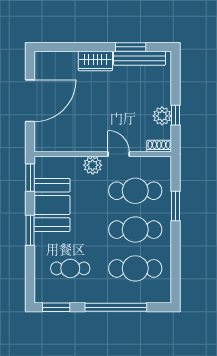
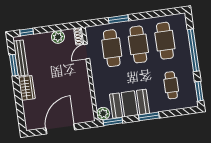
door: (30, 101) -> (60, 129), hinge flipped
window: (175, 115) -> (27, 32), moved
door: (119, 154) -> (87, 51), moved
plant: (93, 165) -> (103, 114), moved

